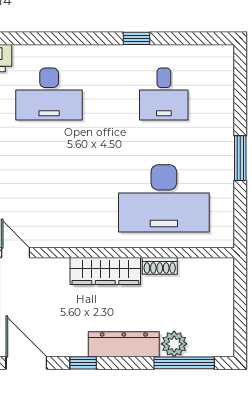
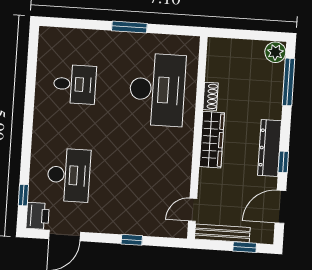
window: (137, 38) -> (23, 195), moved
dresser: (124, 344) -> (269, 148), moved
plant: (174, 344) -> (275, 52), moved

